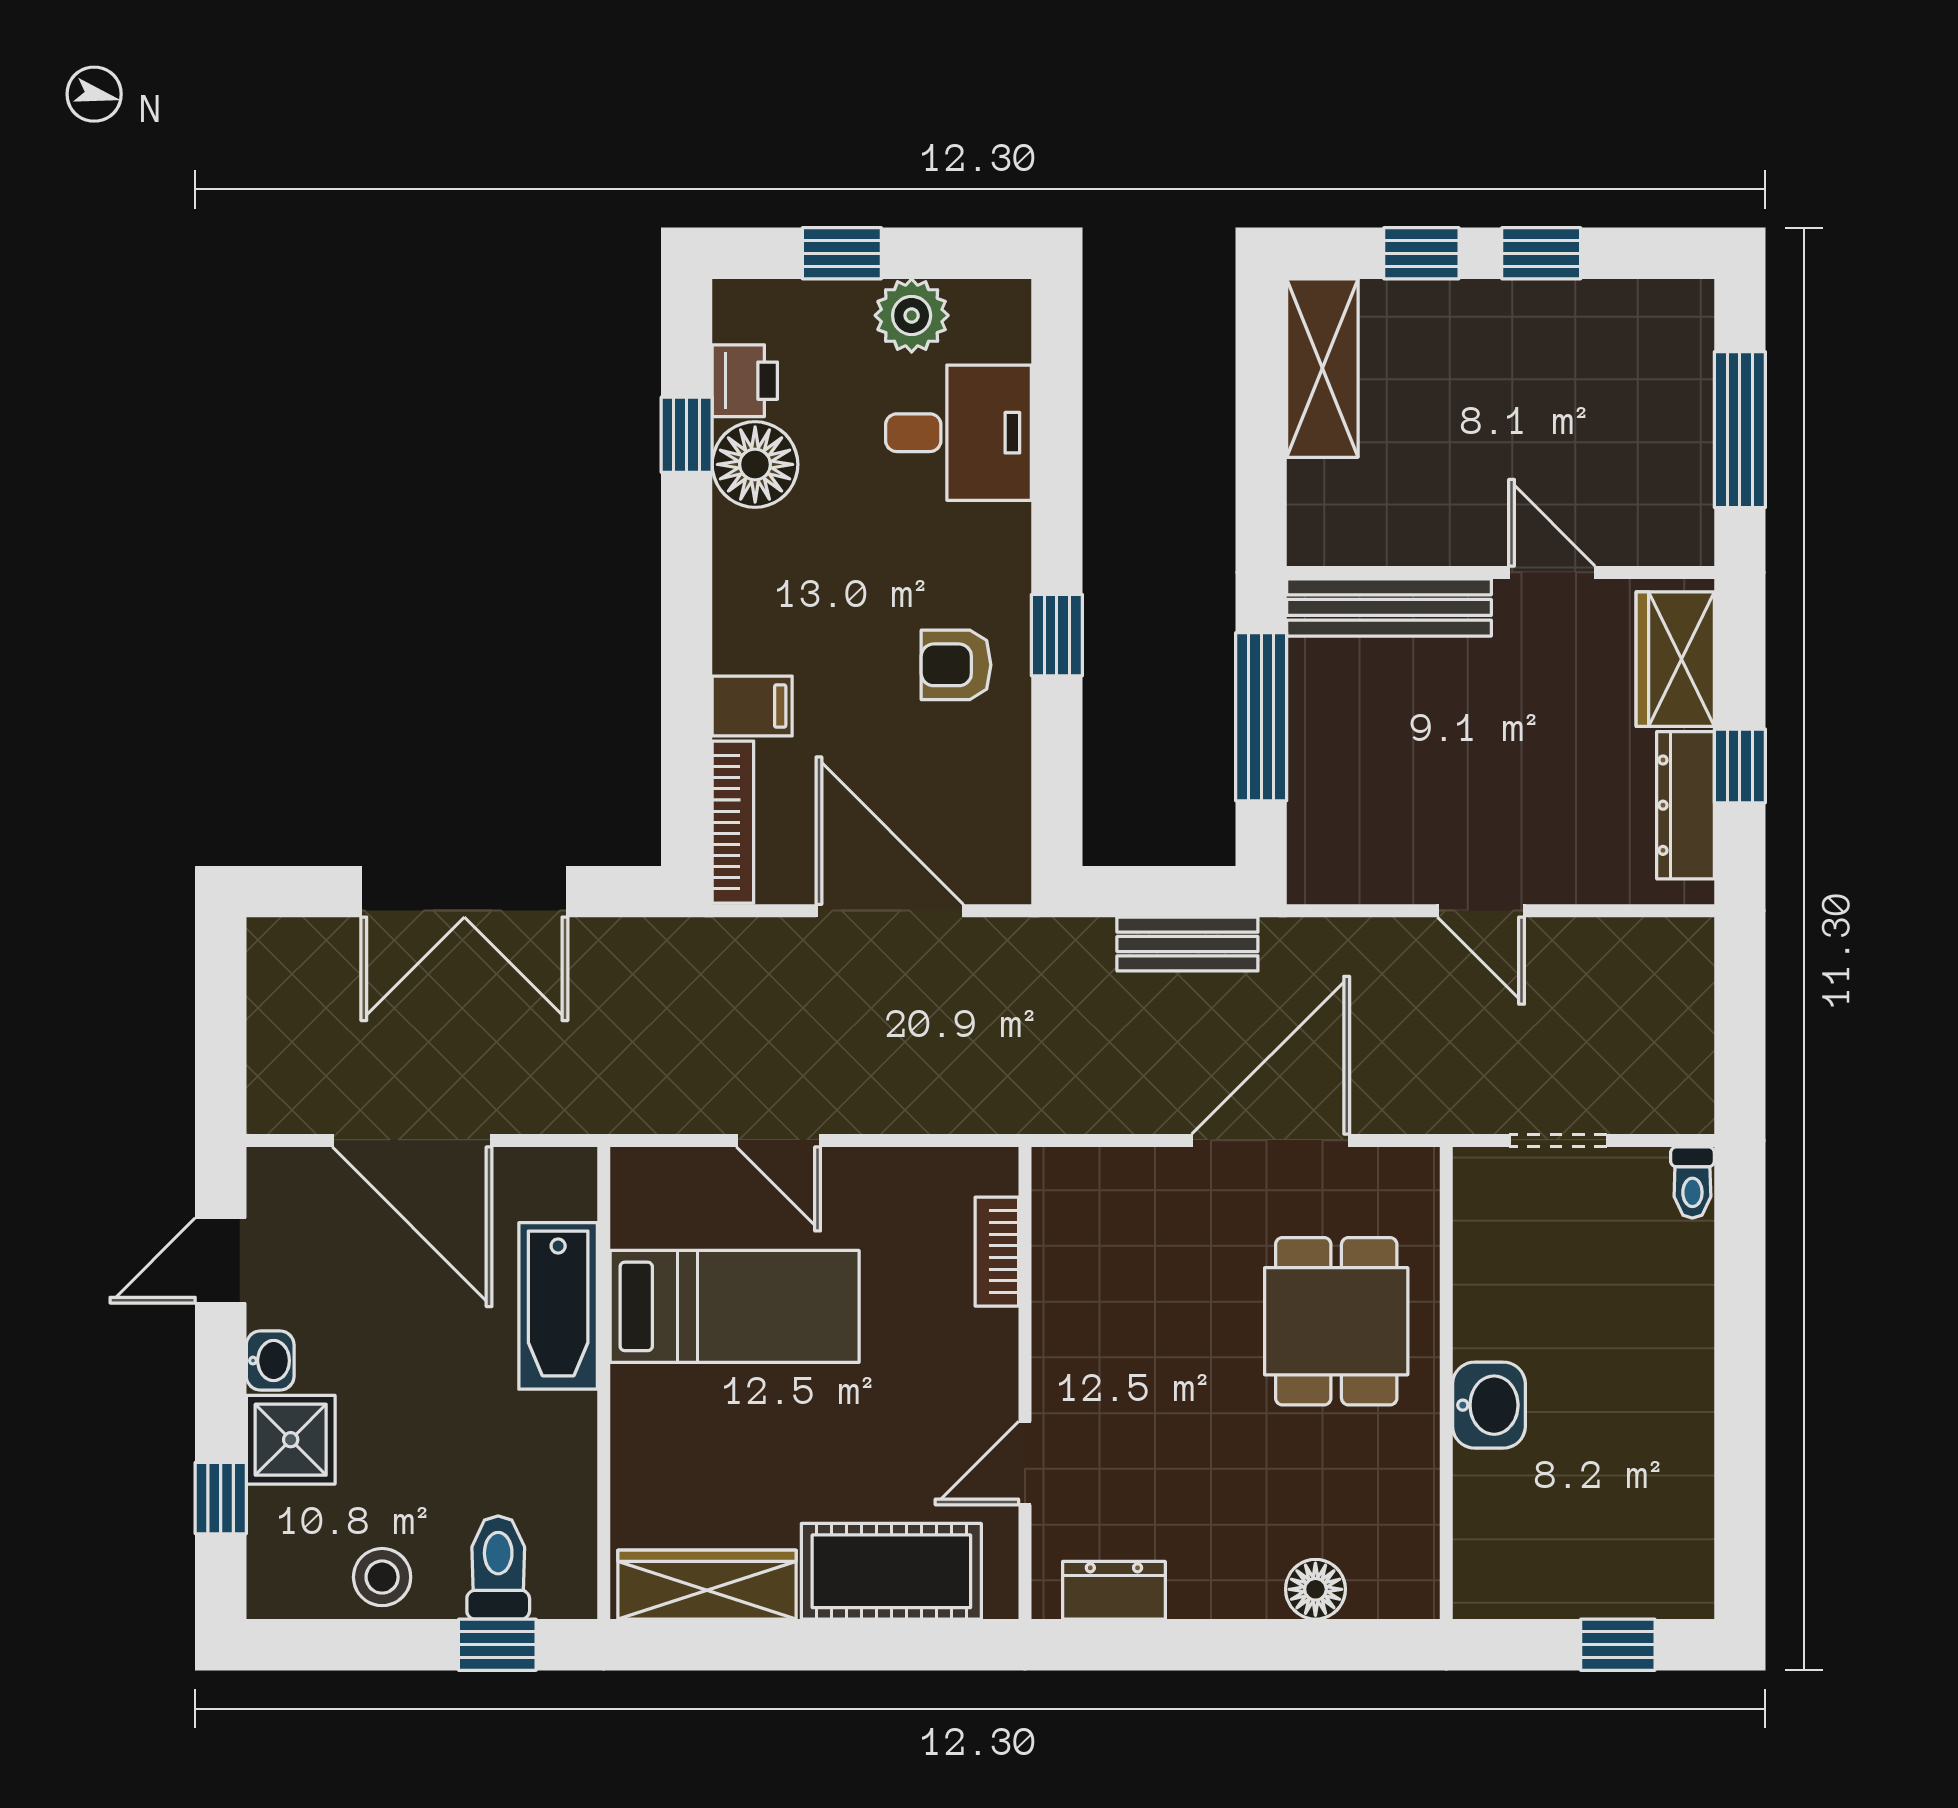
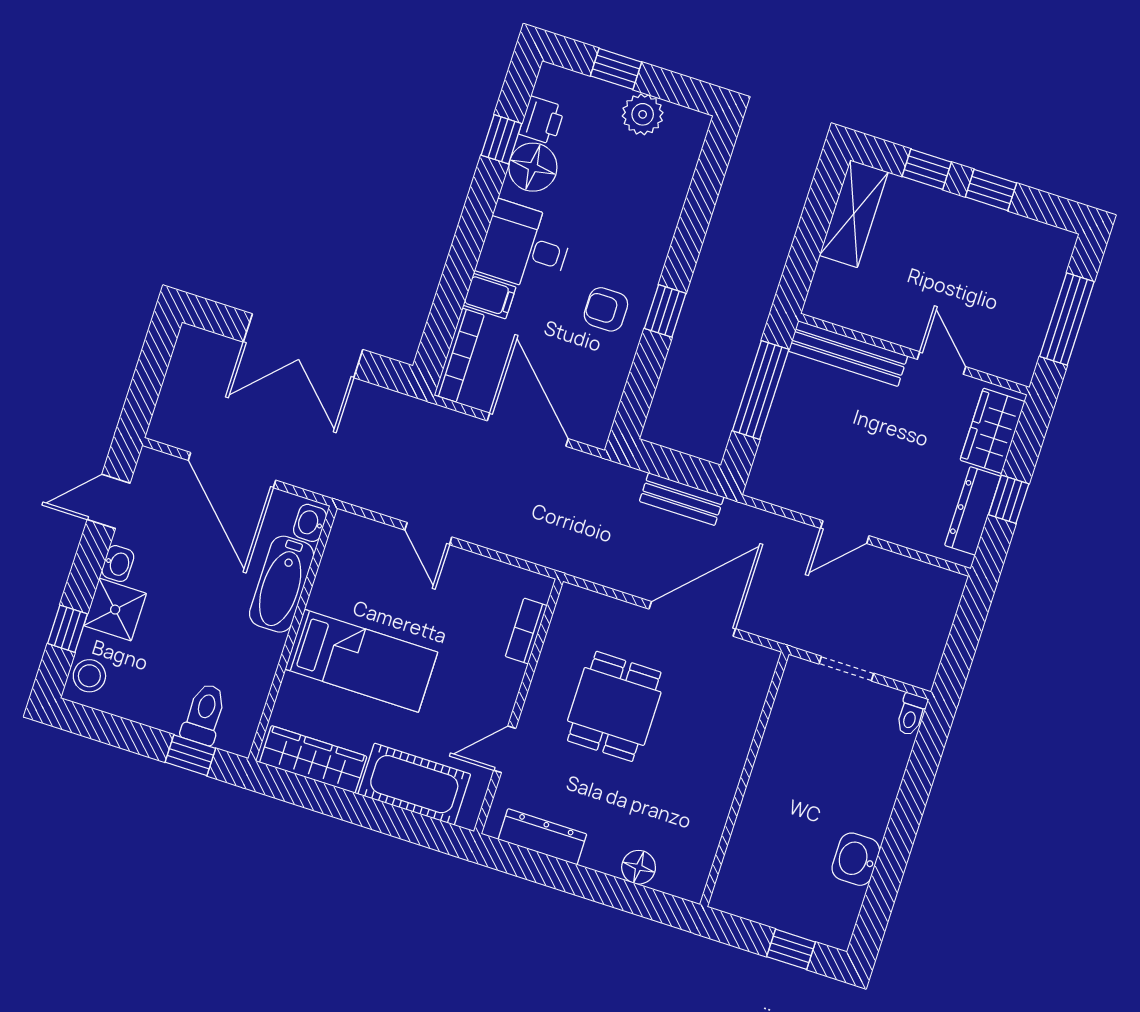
desk: (958, 433) -> (525, 247), moved, turned 180
door: (1481, 911) -> (845, 532), hinge flipped
washbasin: (573, 1187) -> (310, 523), added
bed: (735, 1306) -> (361, 661), moved
dining table: (1336, 1321) -> (614, 706), moved
washbasin: (1489, 1405) -> (856, 859), moved, turned 180
stool: (382, 1577) -> (89, 676), moved
dresser: (1114, 1590) -> (542, 837), width x1.44

